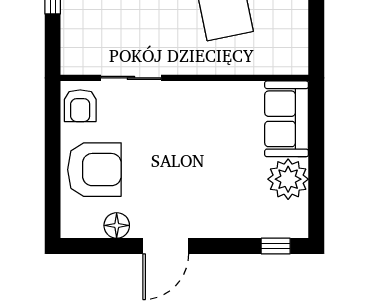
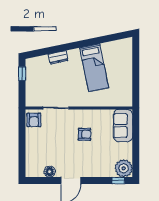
armchair: (94, 170) -> (85, 134), moved, width x0.53, depth x0.53
plant: (288, 179) -> (124, 168), moved

